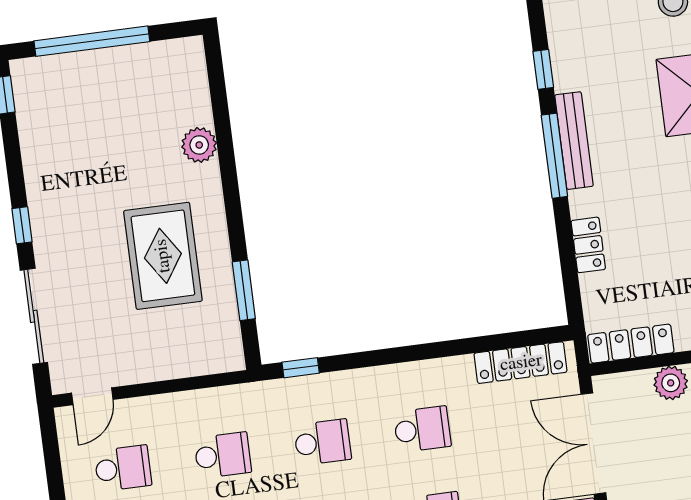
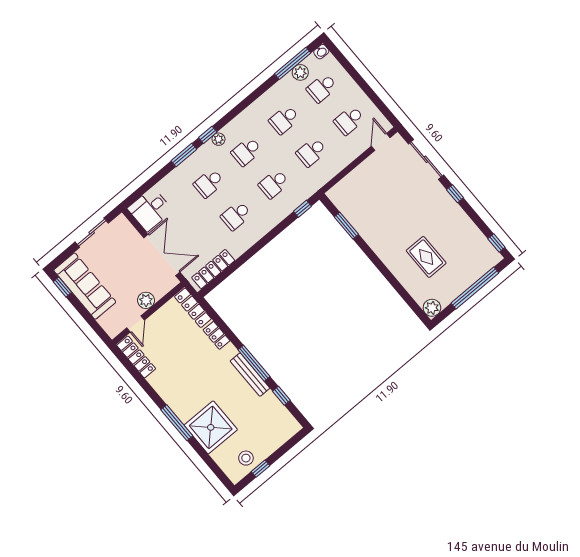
plant: (199, 145) -> (432, 308), moved
rug: (163, 256) -> (426, 257), moved, width x0.73, depth x0.70
locker: (631, 344) -> (193, 308), moved, turned 90

